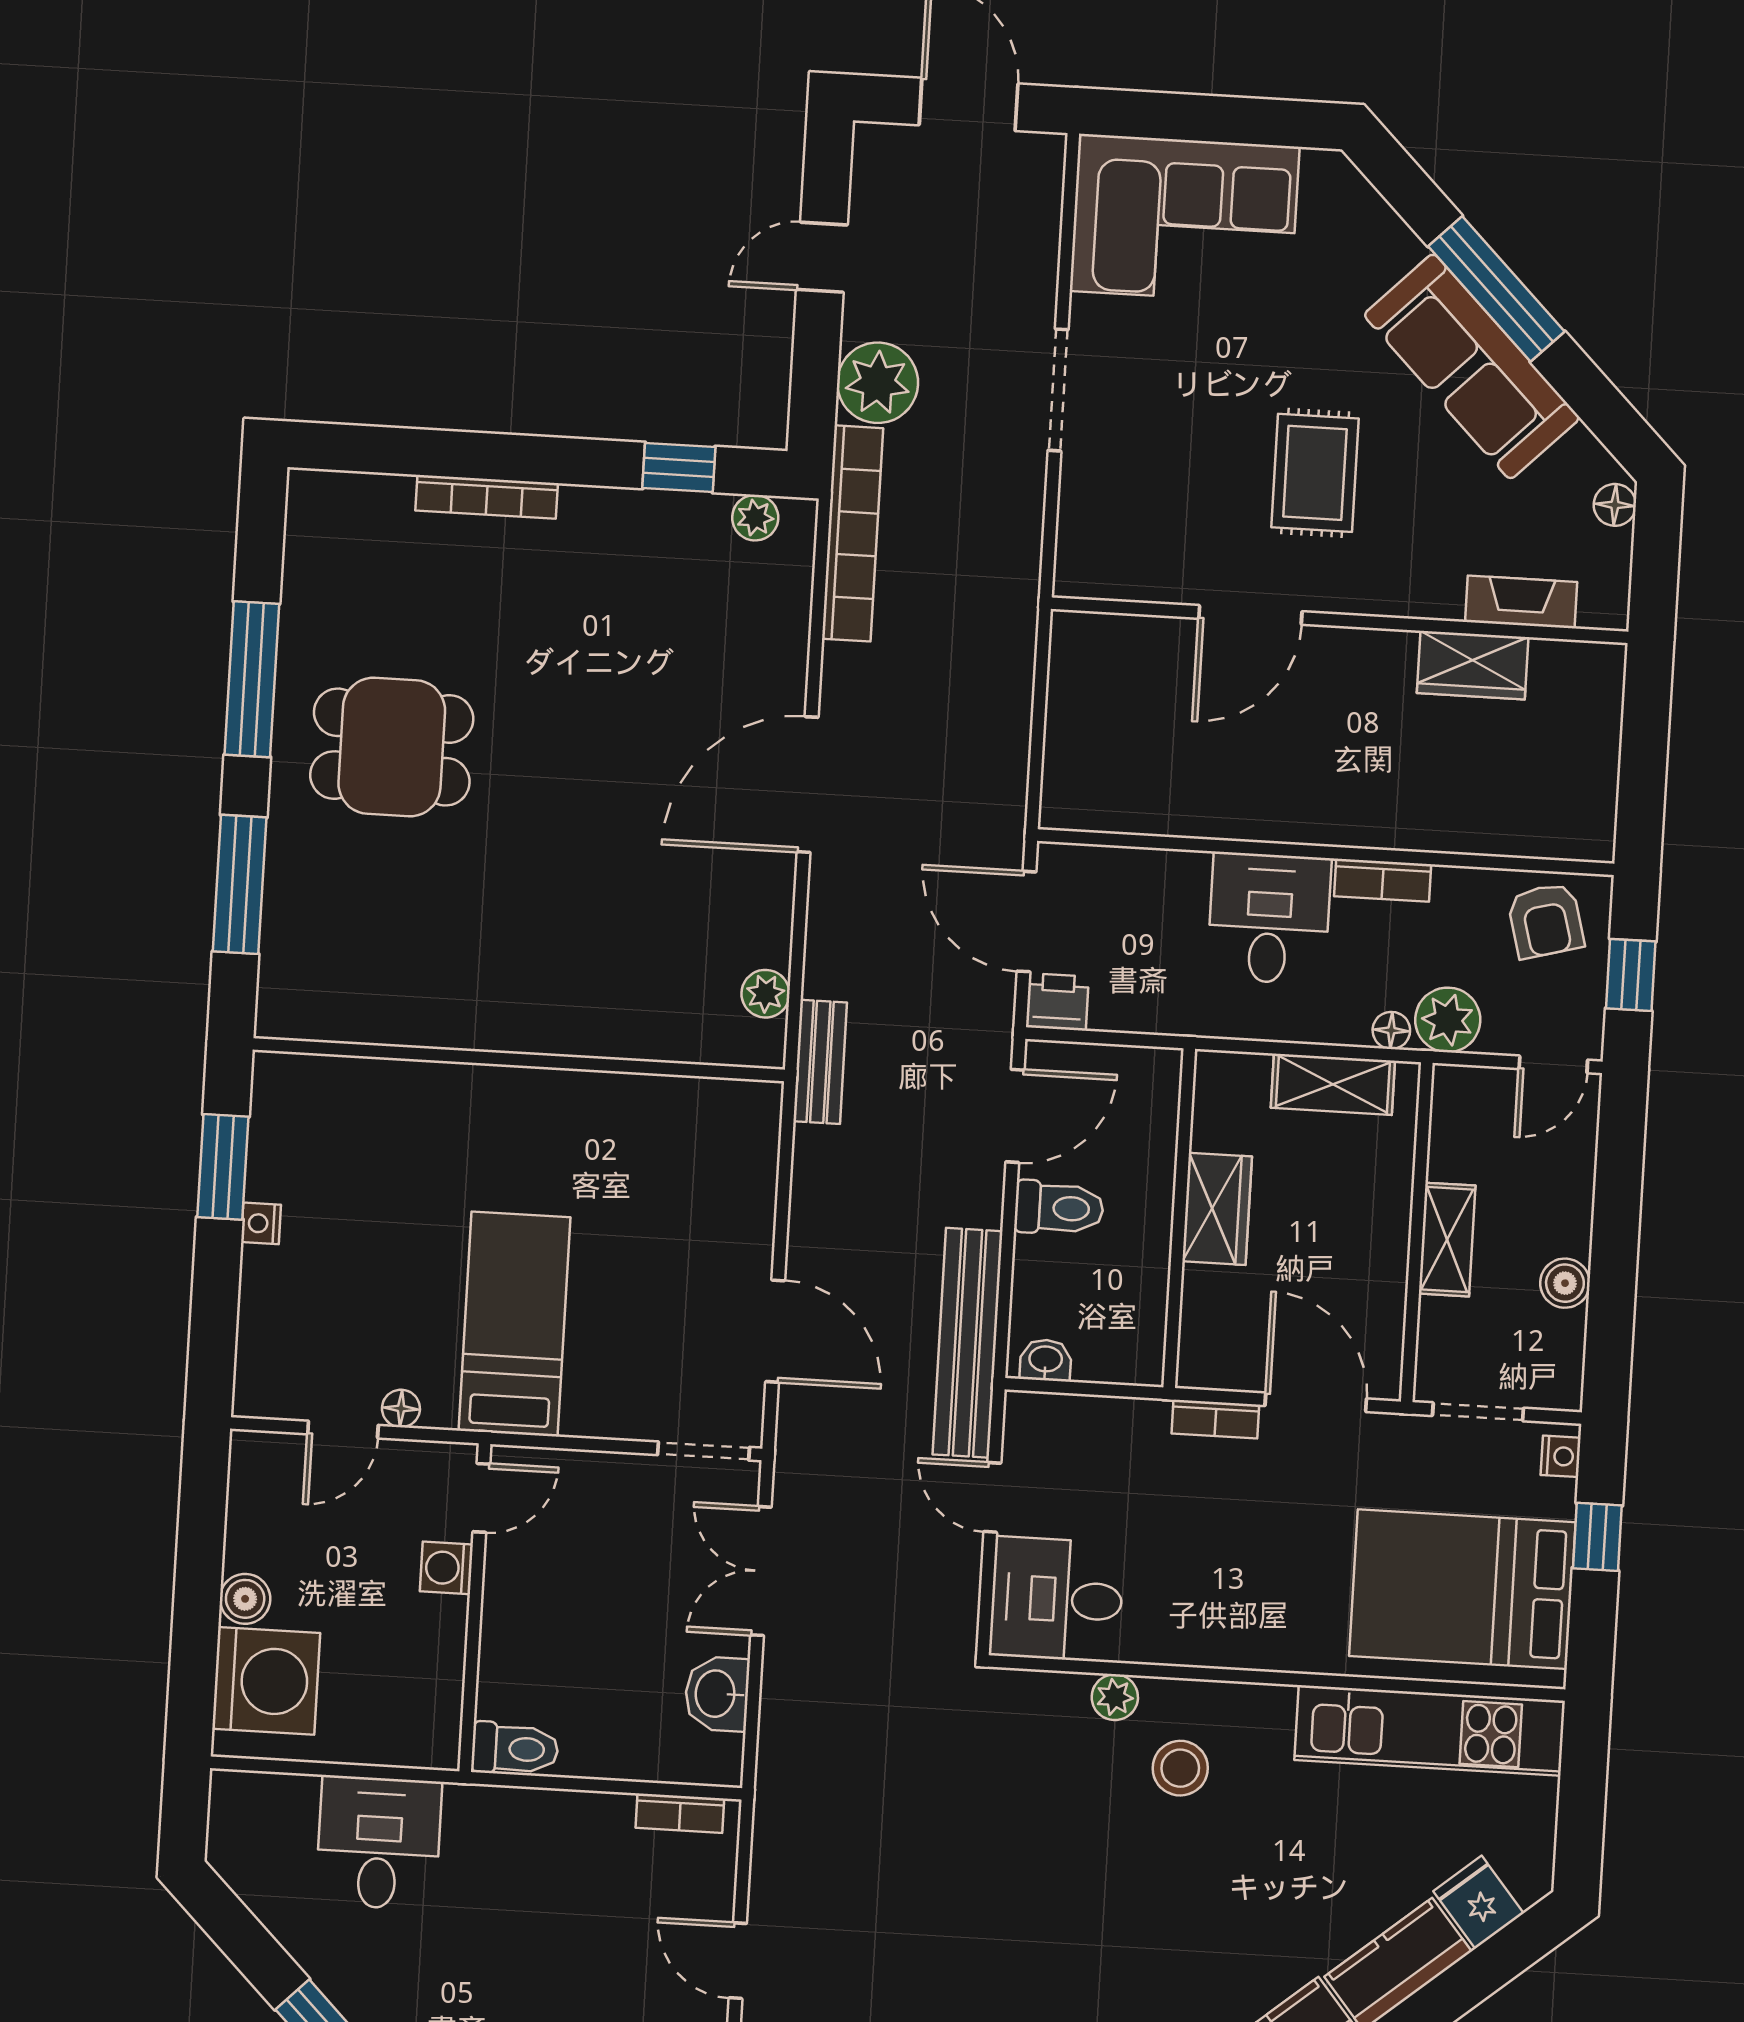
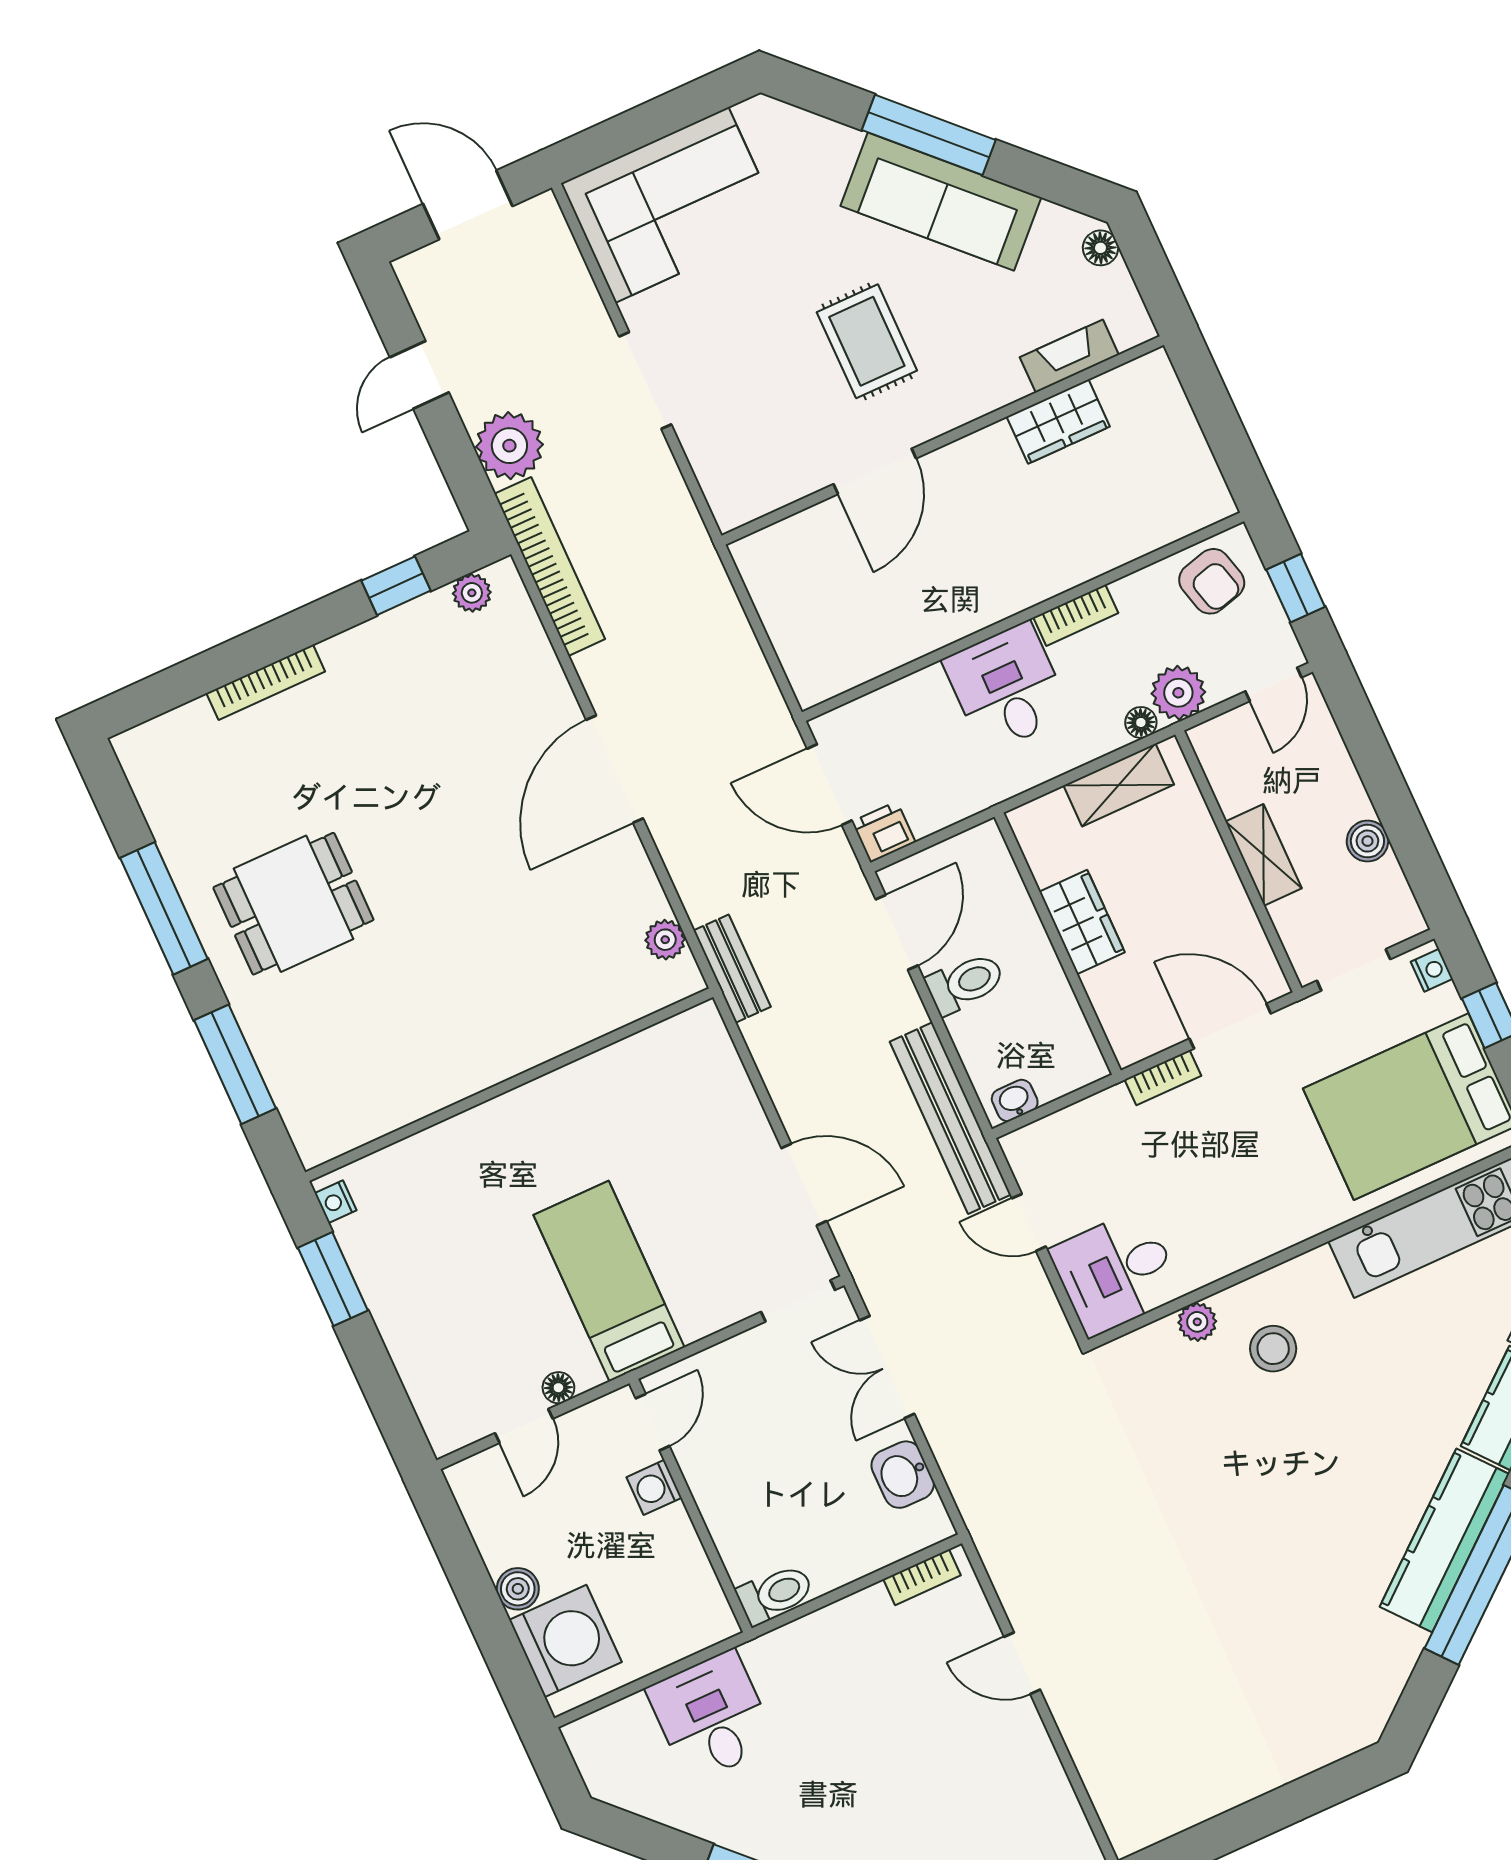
nightstand: (261, 1223) -> (336, 1202), moved

